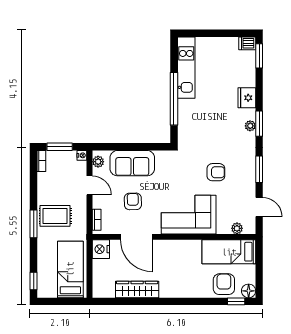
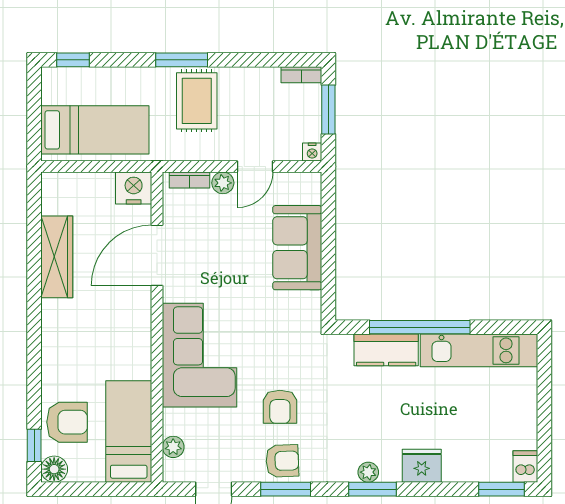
kitchen counter: (186, 116) -> (386, 350), added
plant: (98, 162) -> (223, 183), moved
armchair: (133, 201) -> (282, 461), moved

